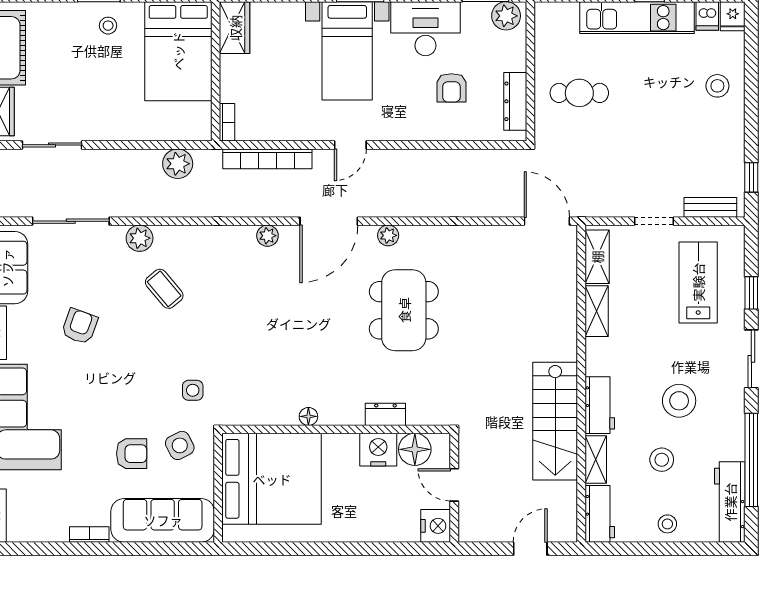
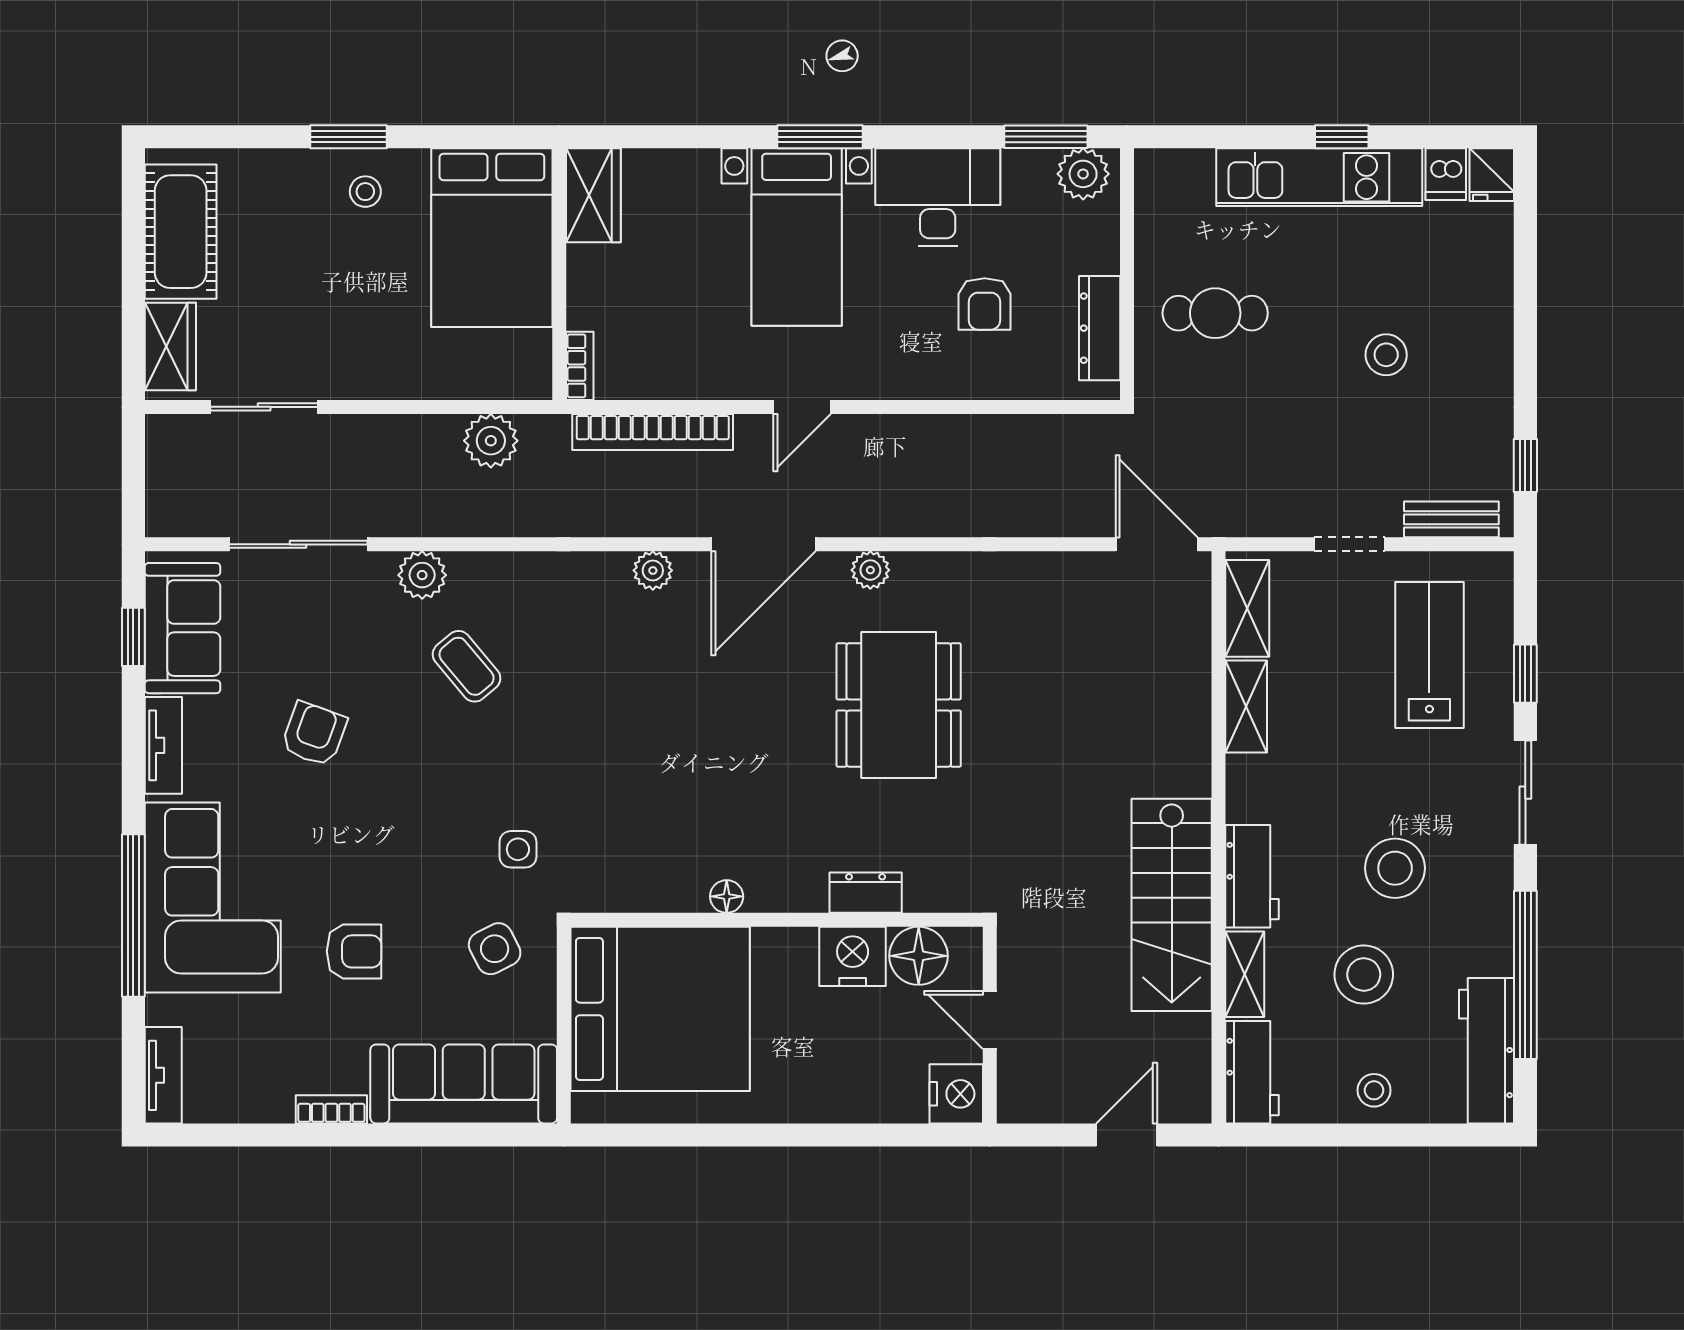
stool: (717, 86) -> (1386, 355), moved
armchair: (132, 454) -> (354, 951), moved
stool: (662, 460) -> (1364, 975), width x1.38, depth x1.38

